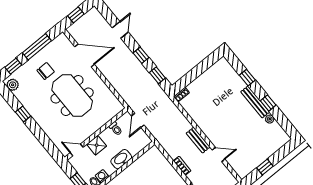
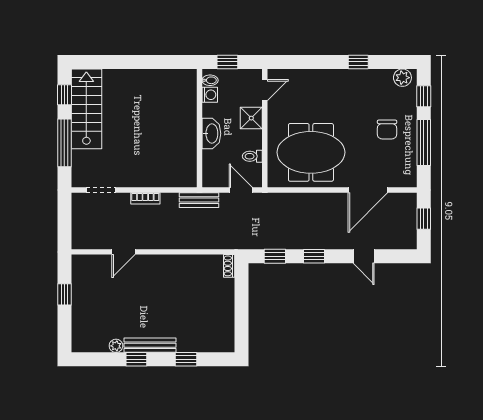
meeting table: (72, 96) -> (311, 152), moved
bench: (198, 140) -> (199, 200), moved

